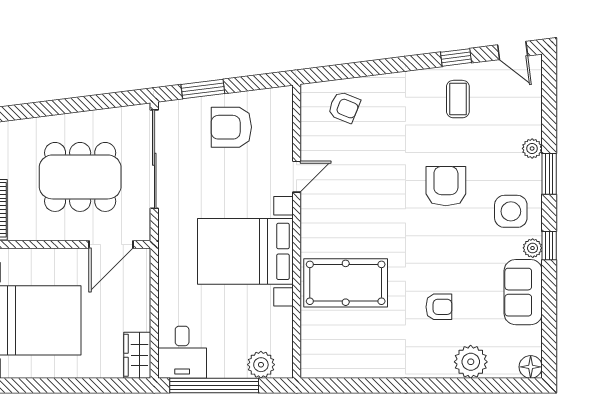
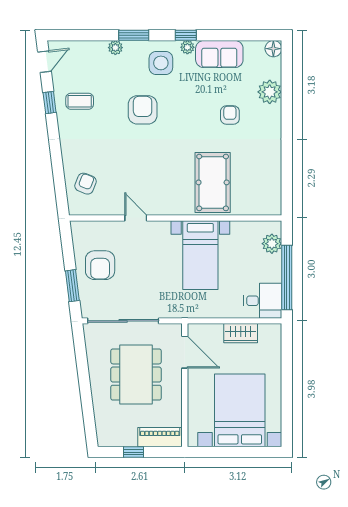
armchair: (446, 186) -> (143, 110), turned 90
bed with nightstands: (245, 251) -> (200, 255), width x0.73
wardrobe: (137, 355) -> (241, 333), moved

